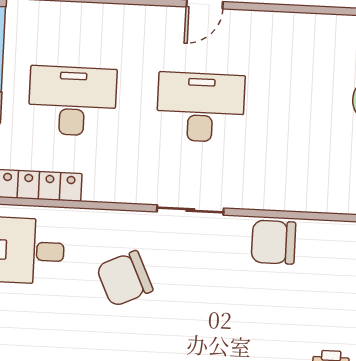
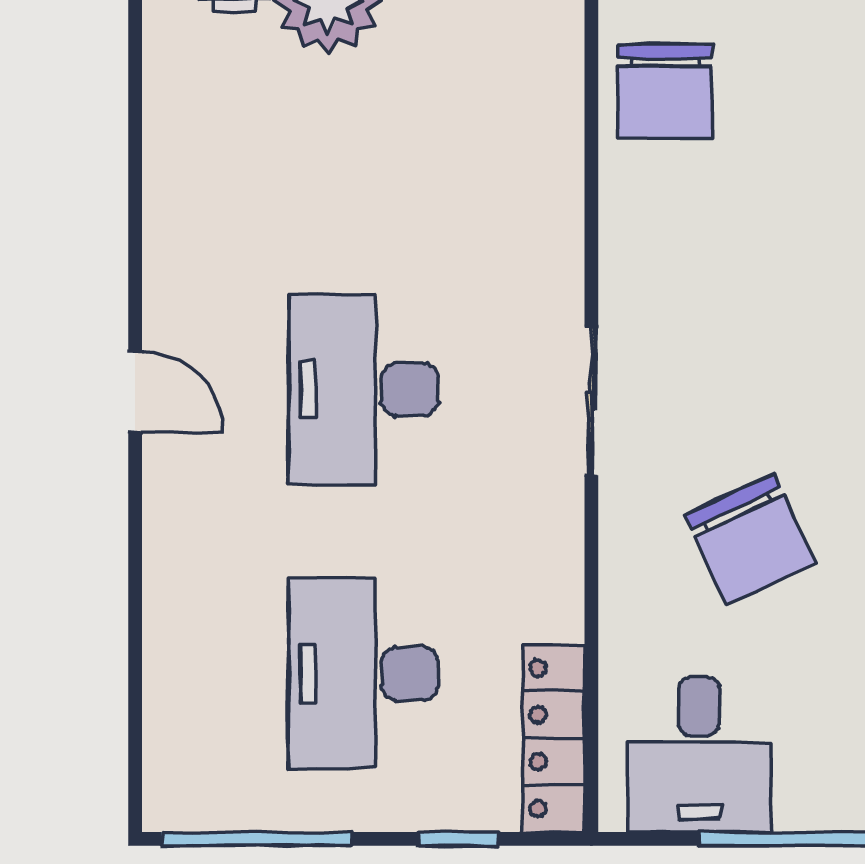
chair: (274, 242) -> (665, 91), moved

